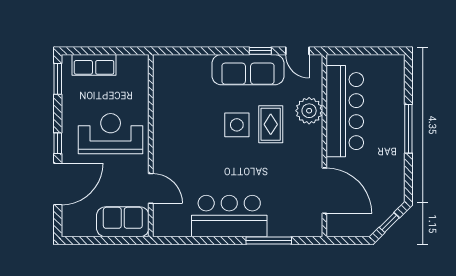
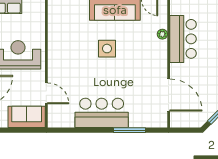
plant: (309, 111) -> (162, 34), width x0.53, depth x0.53
bar counter: (345, 111) -> (183, 39), width x0.73
rug: (271, 124) -> (131, 48), removed

